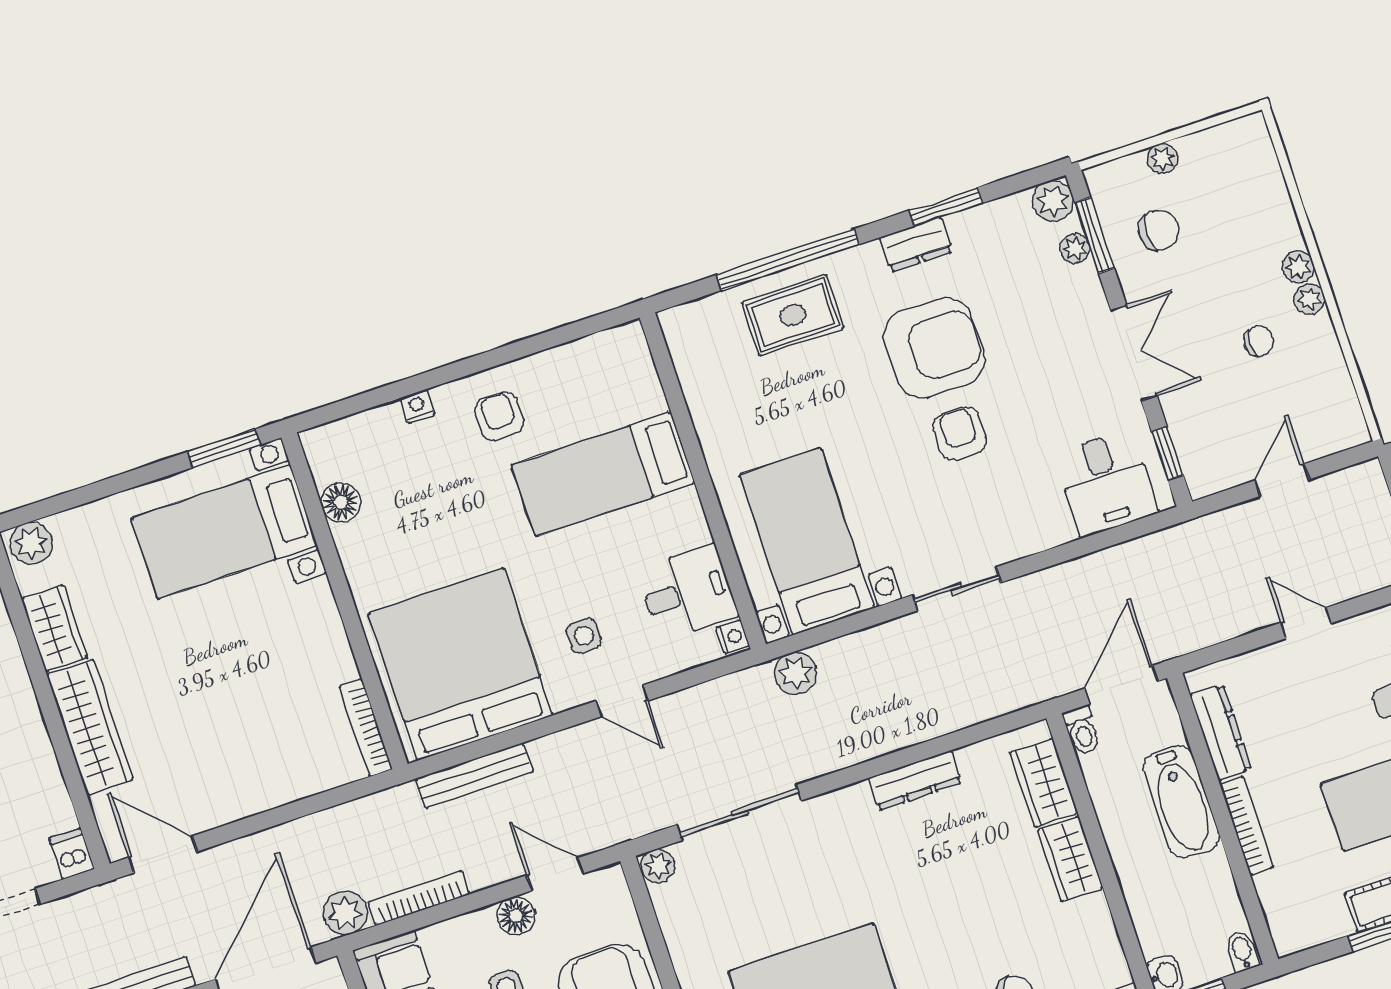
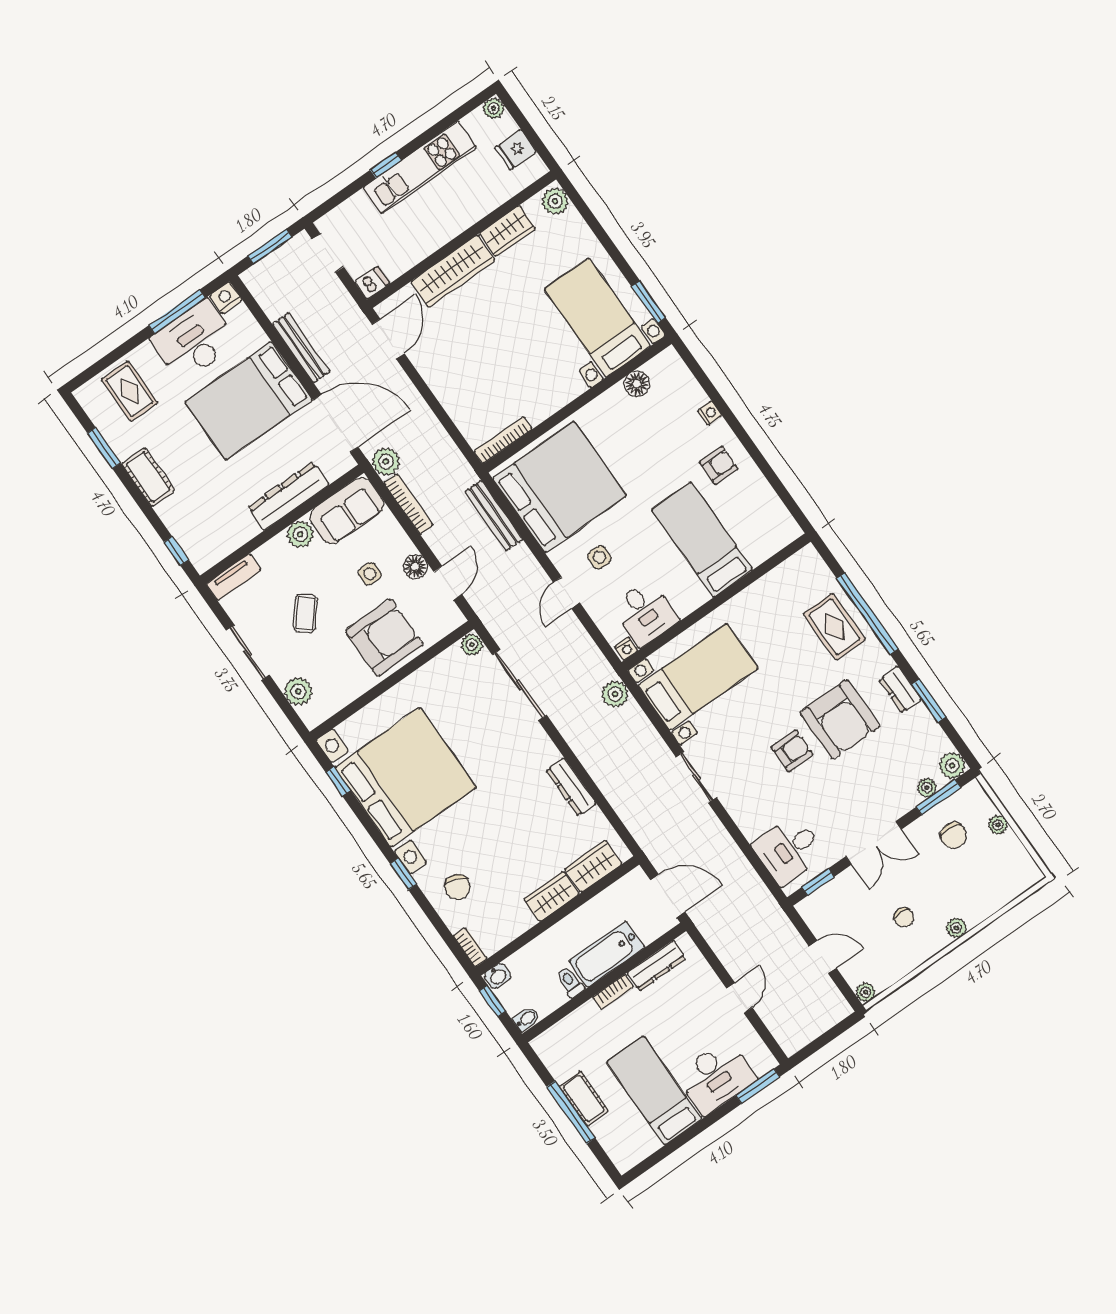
plant: (1310, 299) -> (866, 992), moved
toilet: (1082, 730) -> (570, 982), moved, turned 90
bookcase: (1246, 826) -> (613, 992), width x0.64

